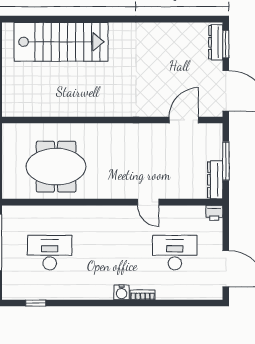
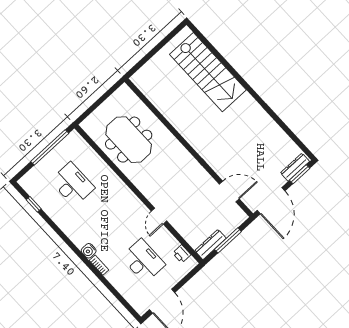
printer: (214, 213) -> (182, 254), moved

